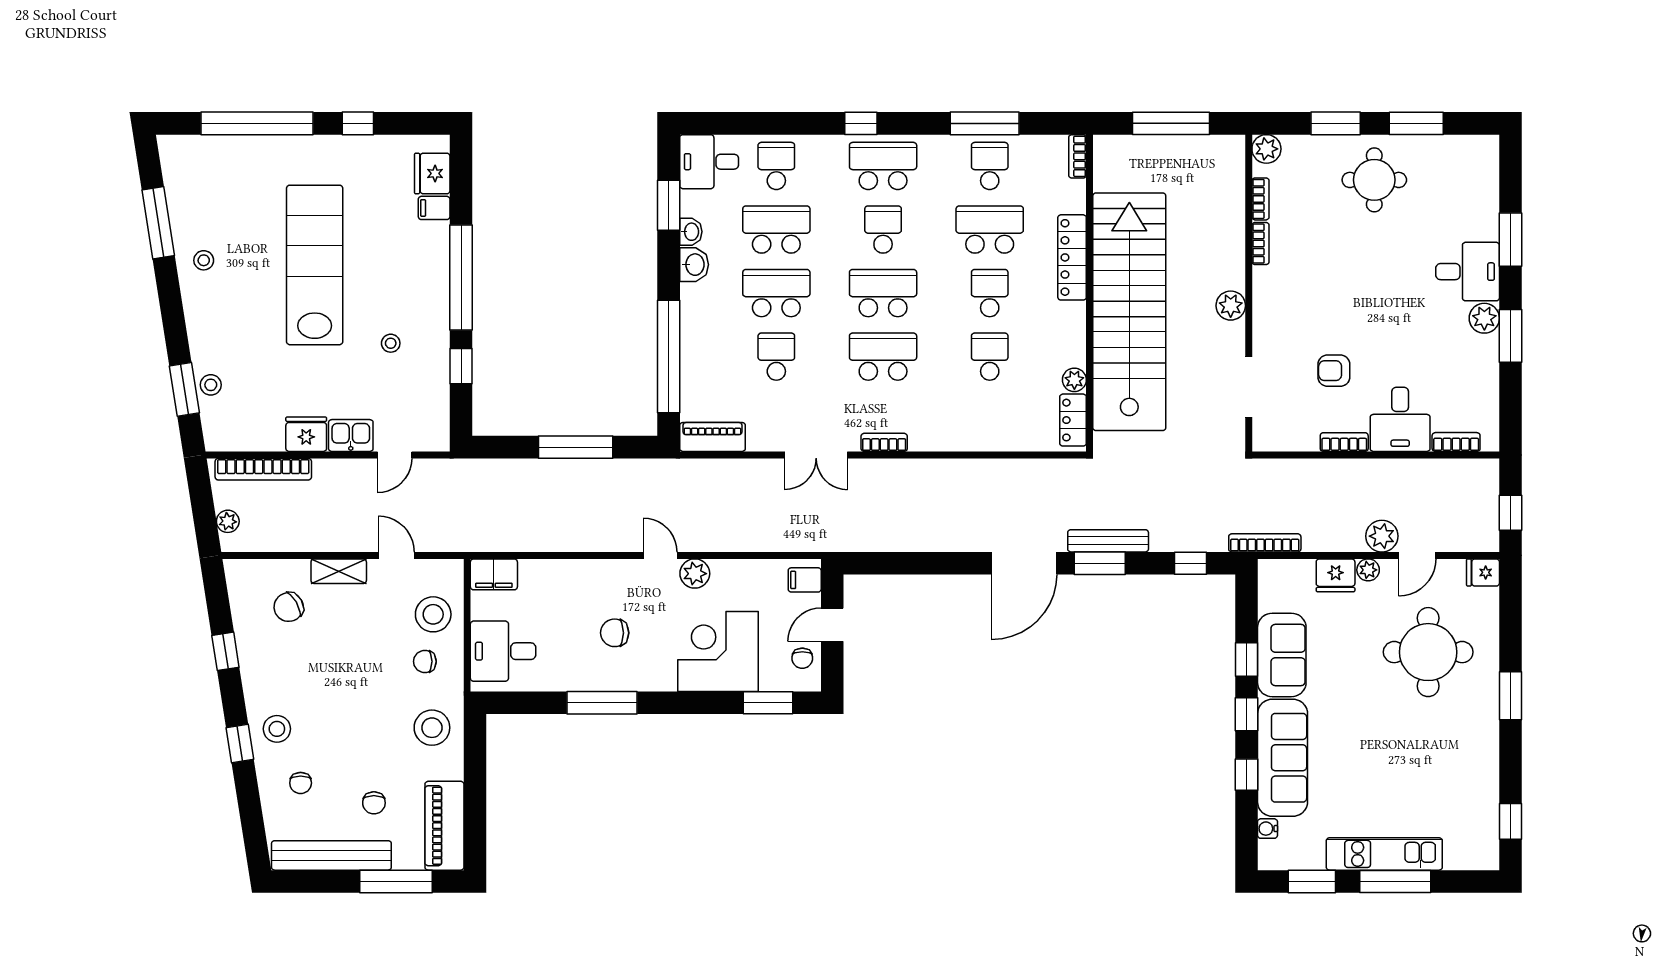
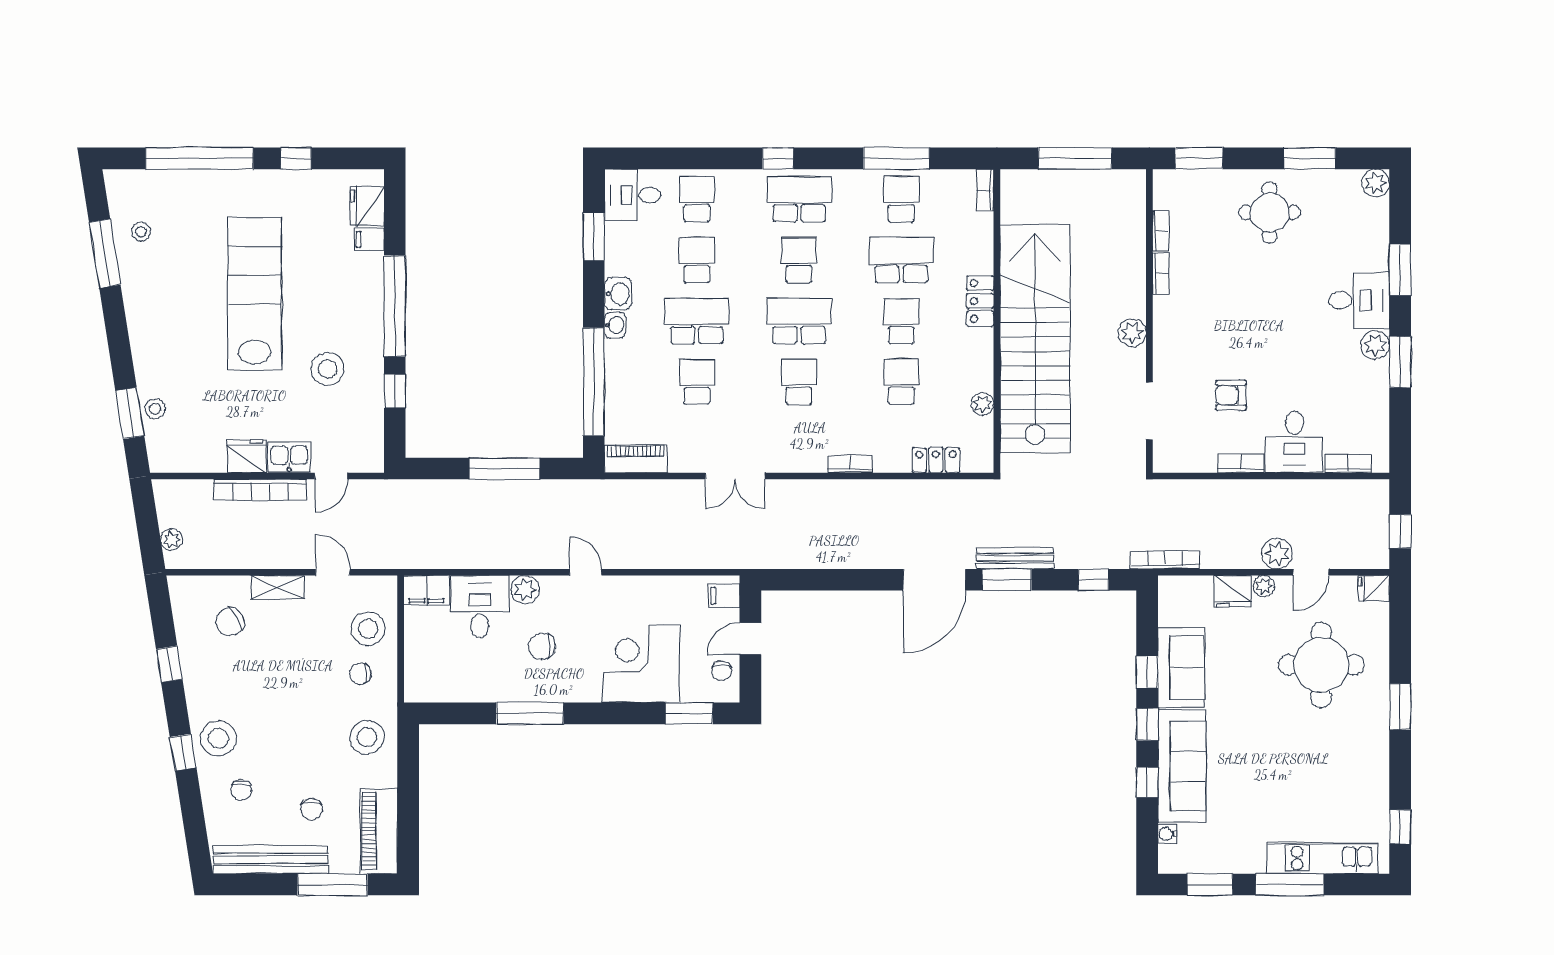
window: (1336, 123) -> (1199, 158), moved
plant: (1266, 149) -> (1376, 183), moved
school desk: (776, 230) -> (697, 260), width x0.54
washbasin: (691, 232) -> (615, 325), moved
locker: (1072, 257) -> (980, 301), width x0.66
stool: (204, 260) -> (141, 232), moved
stool: (391, 343) -> (327, 369), width x1.89, depth x1.89
school desk: (883, 357) -> (799, 382), width x0.54
locker: (1073, 420) -> (936, 460), moved, turned 90
bookcase: (884, 442) -> (850, 464), moved
bookcase: (263, 469) -> (260, 490), moved
plant: (695, 574) -> (525, 590), moved
desk: (503, 651) -> (480, 607), moved, turned 90
stool: (277, 729) -> (218, 738), width x1.38, depth x1.38
kitchen unit: (1384, 854) -> (1323, 858), moved

